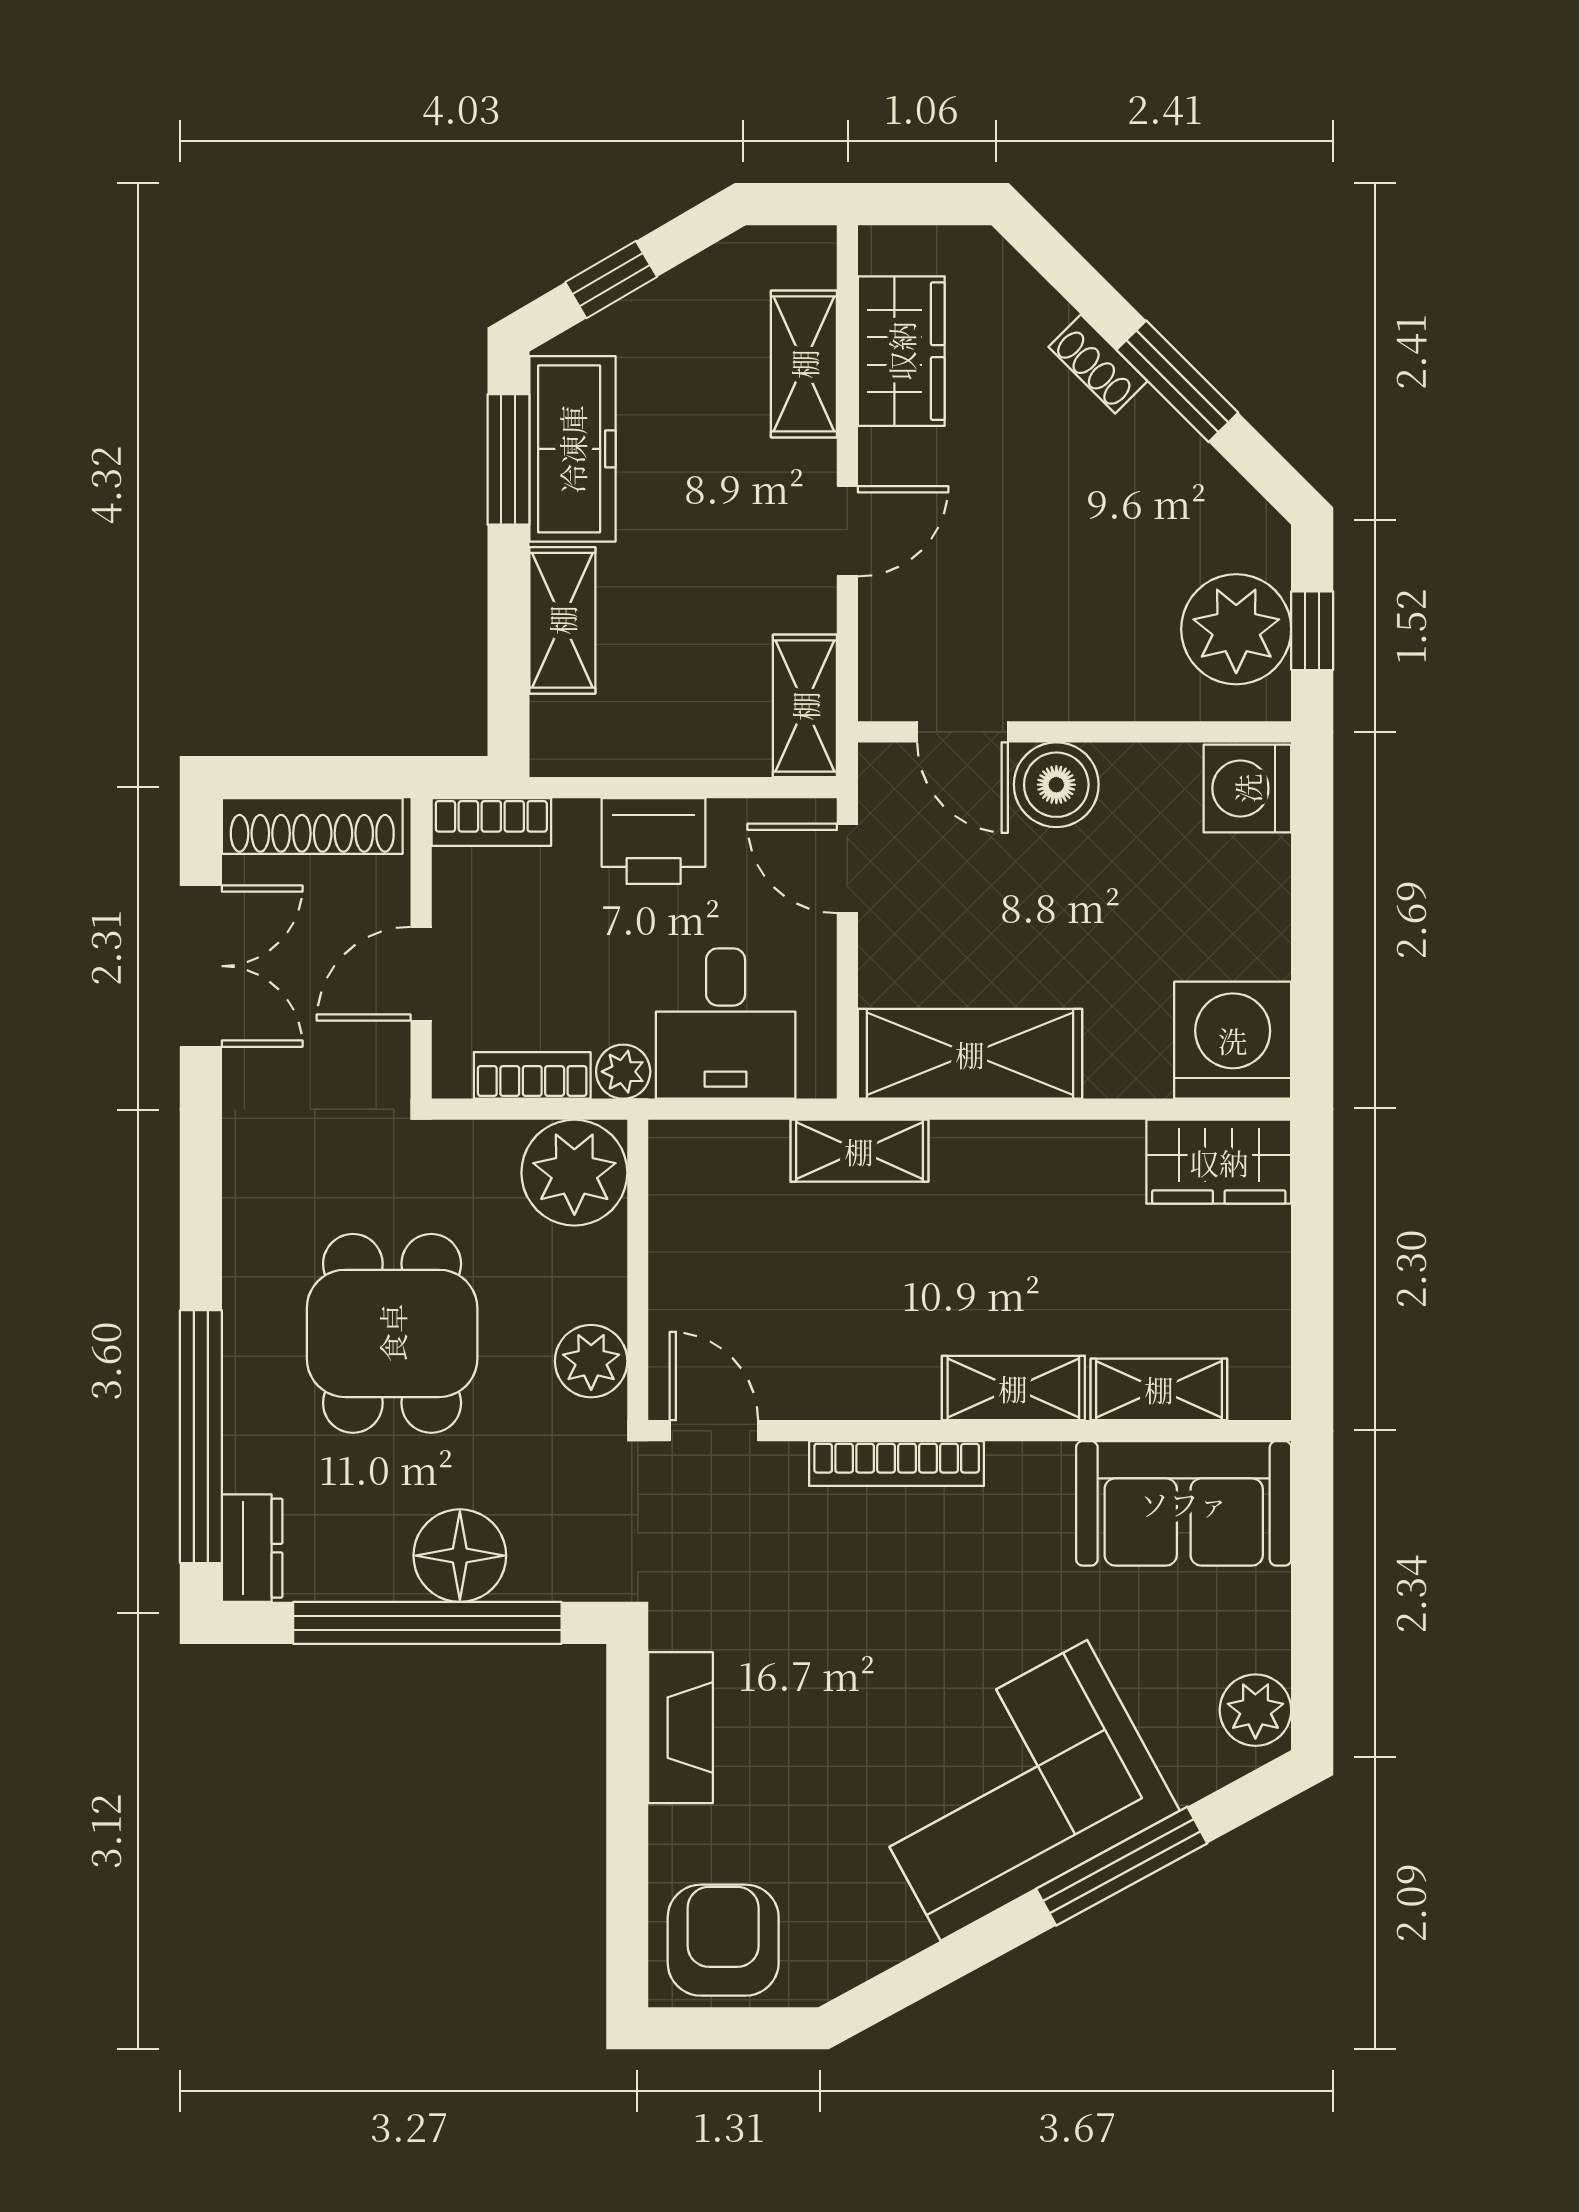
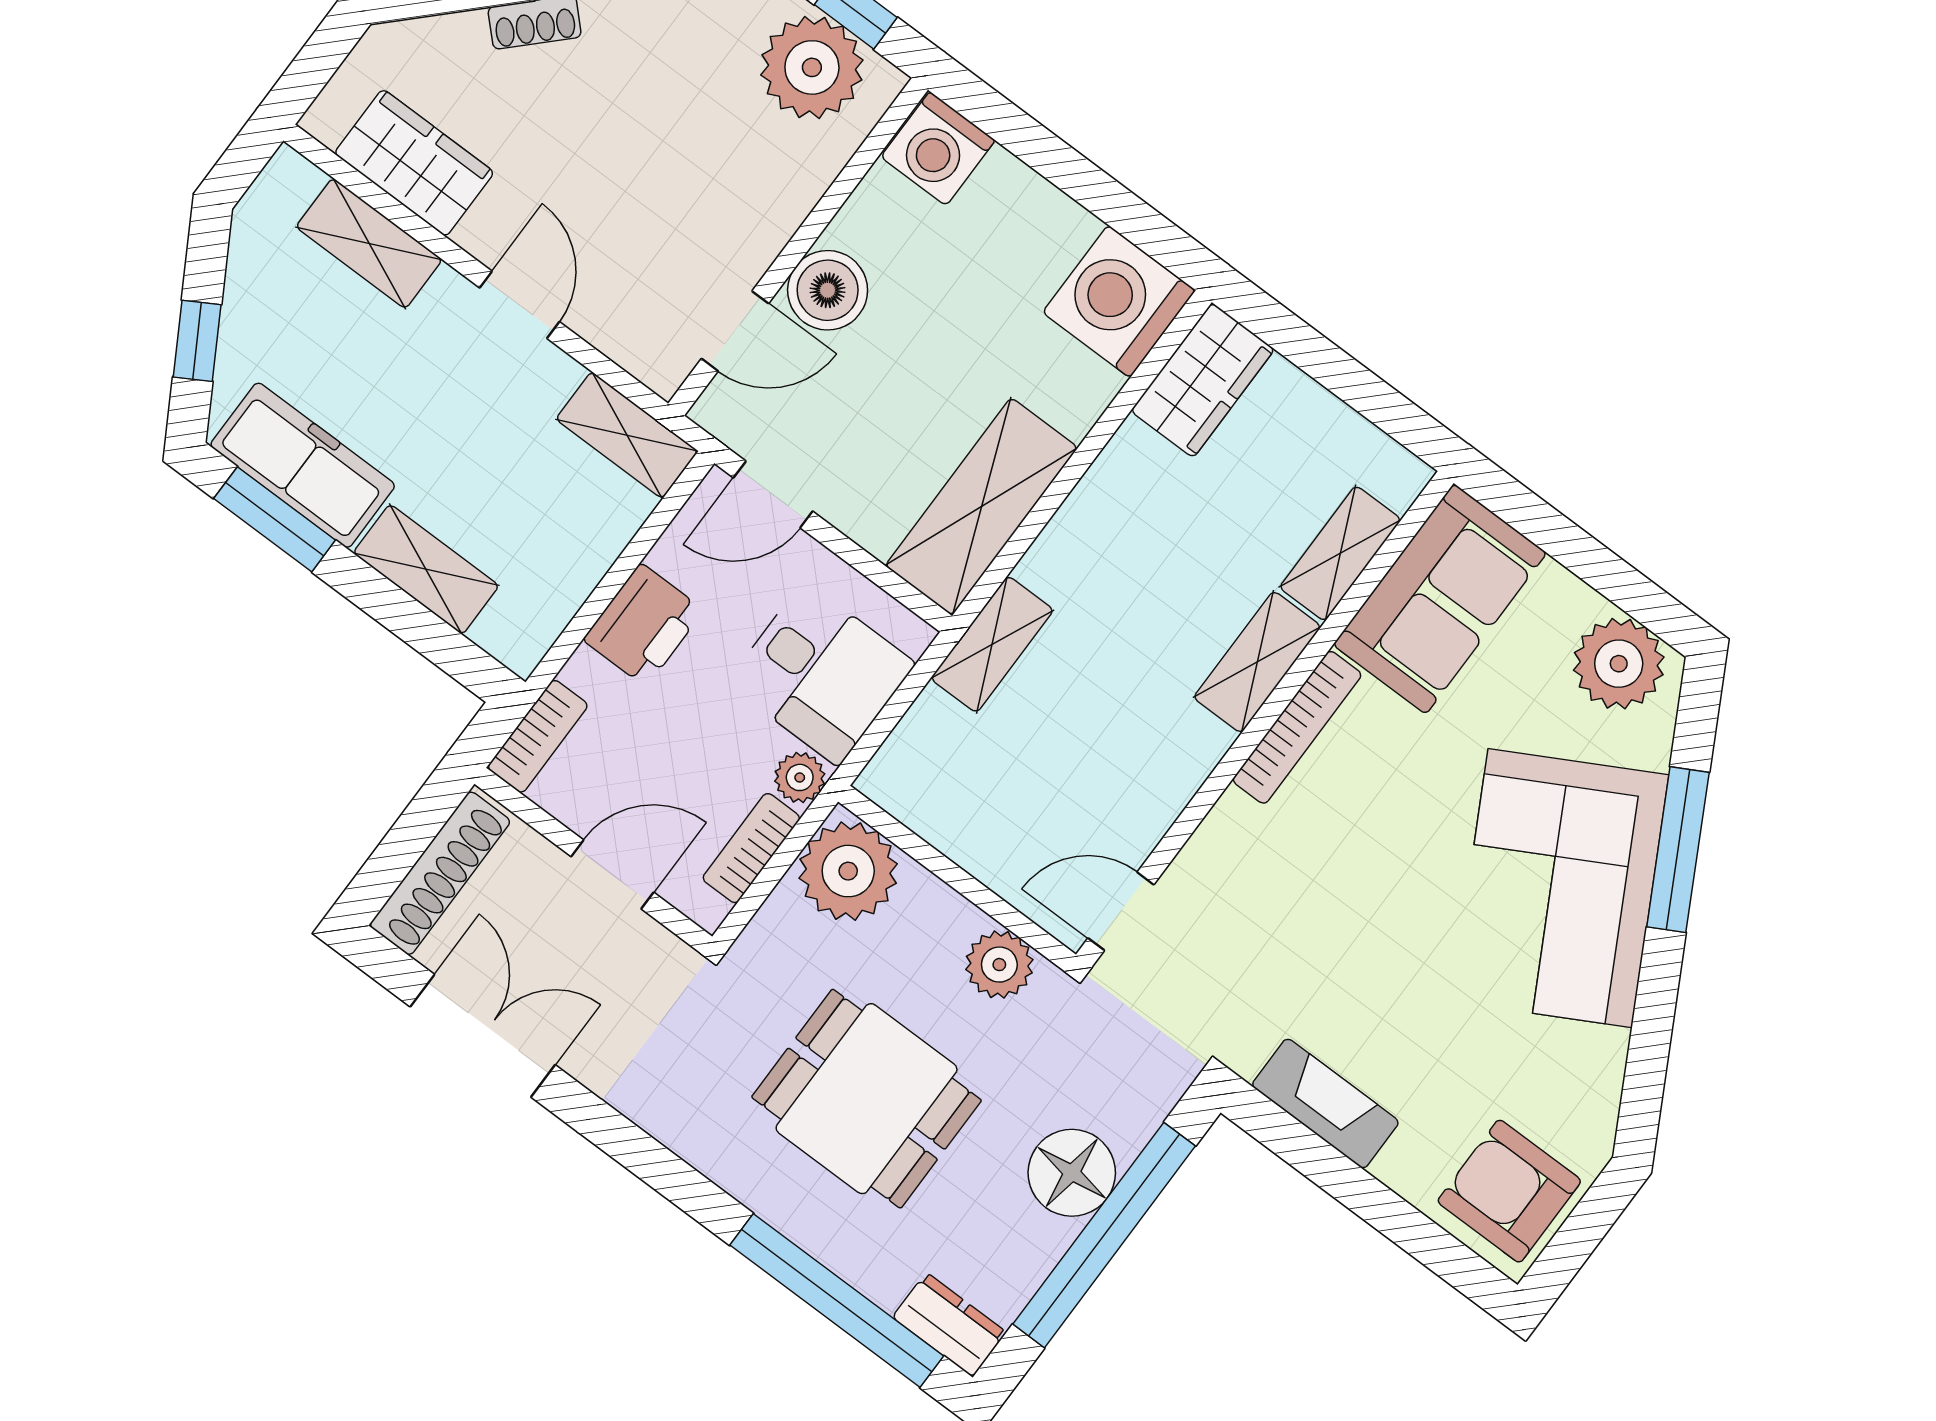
door: (421, 974) -> (612, 874), swing flipped
bookcase: (897, 1464) -> (1297, 727), moved
plant: (1255, 1710) -> (1619, 664), width x1.36, depth x1.36

